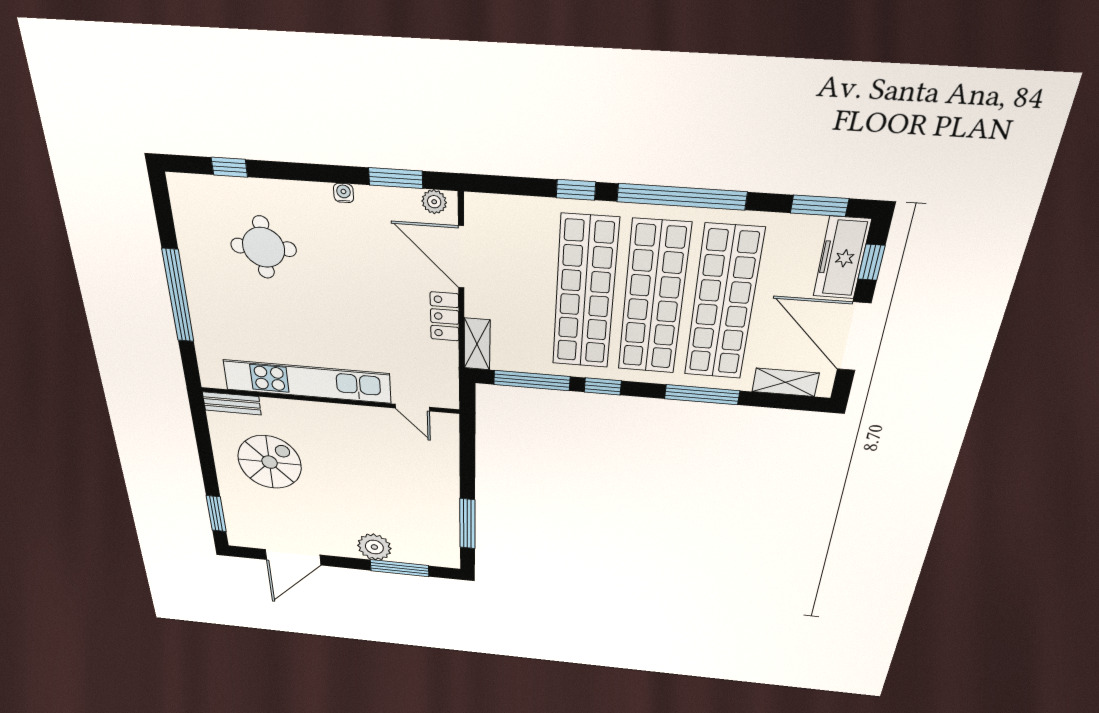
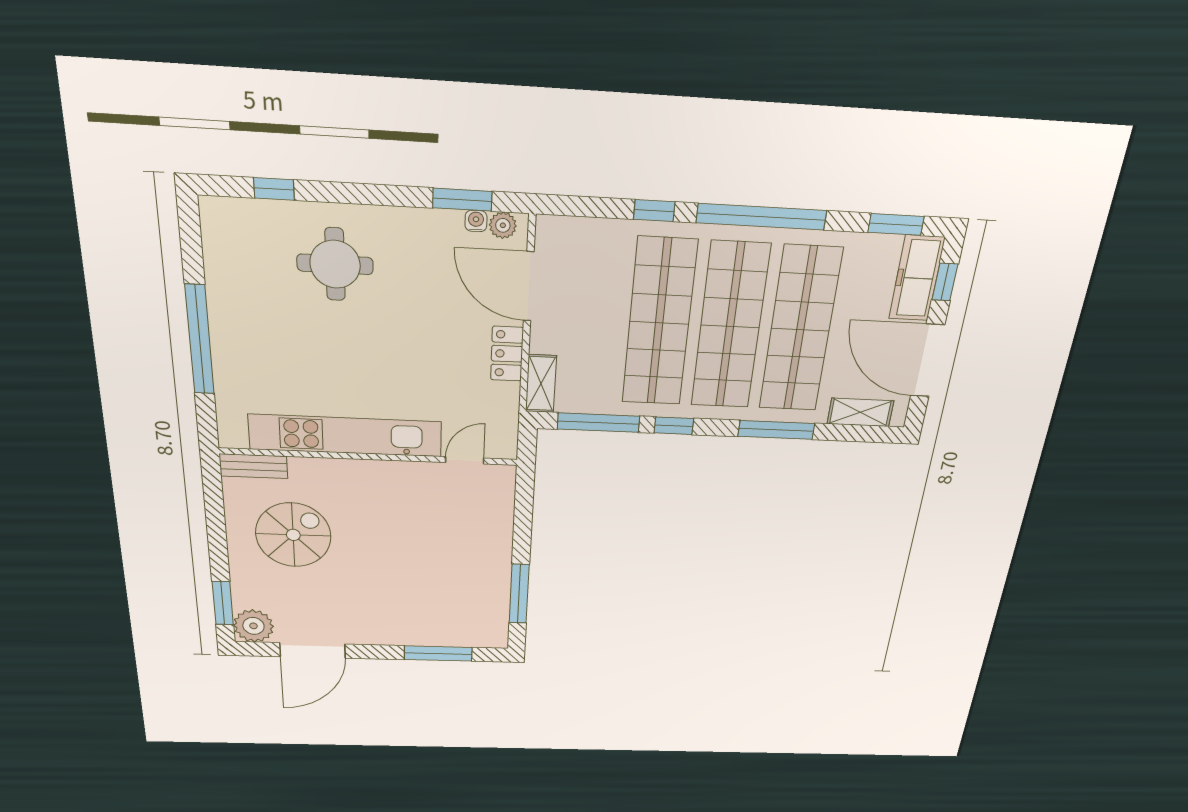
water cooler: (344, 193) -> (476, 221), moved
round table: (264, 247) -> (335, 264), moved
door: (412, 408) -> (465, 460), swing flipped
plant: (374, 547) -> (253, 626), moved

